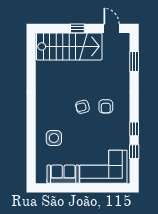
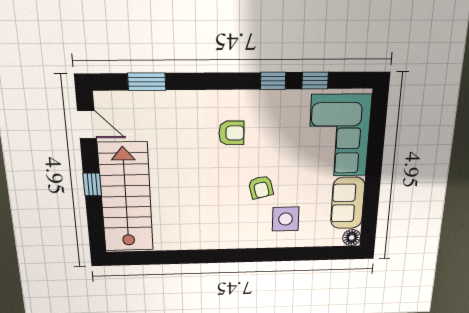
door: (112, 28) -> (87, 124), swing flipped
armchair: (83, 107) -> (261, 187), moved
floor lamp: (41, 178) -> (352, 238), added

